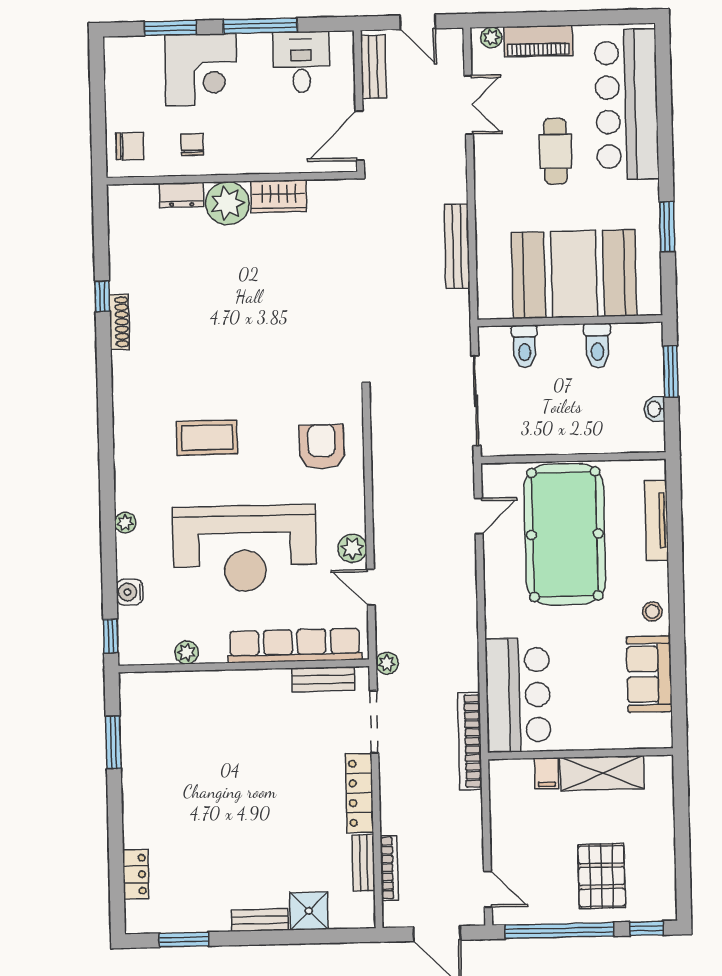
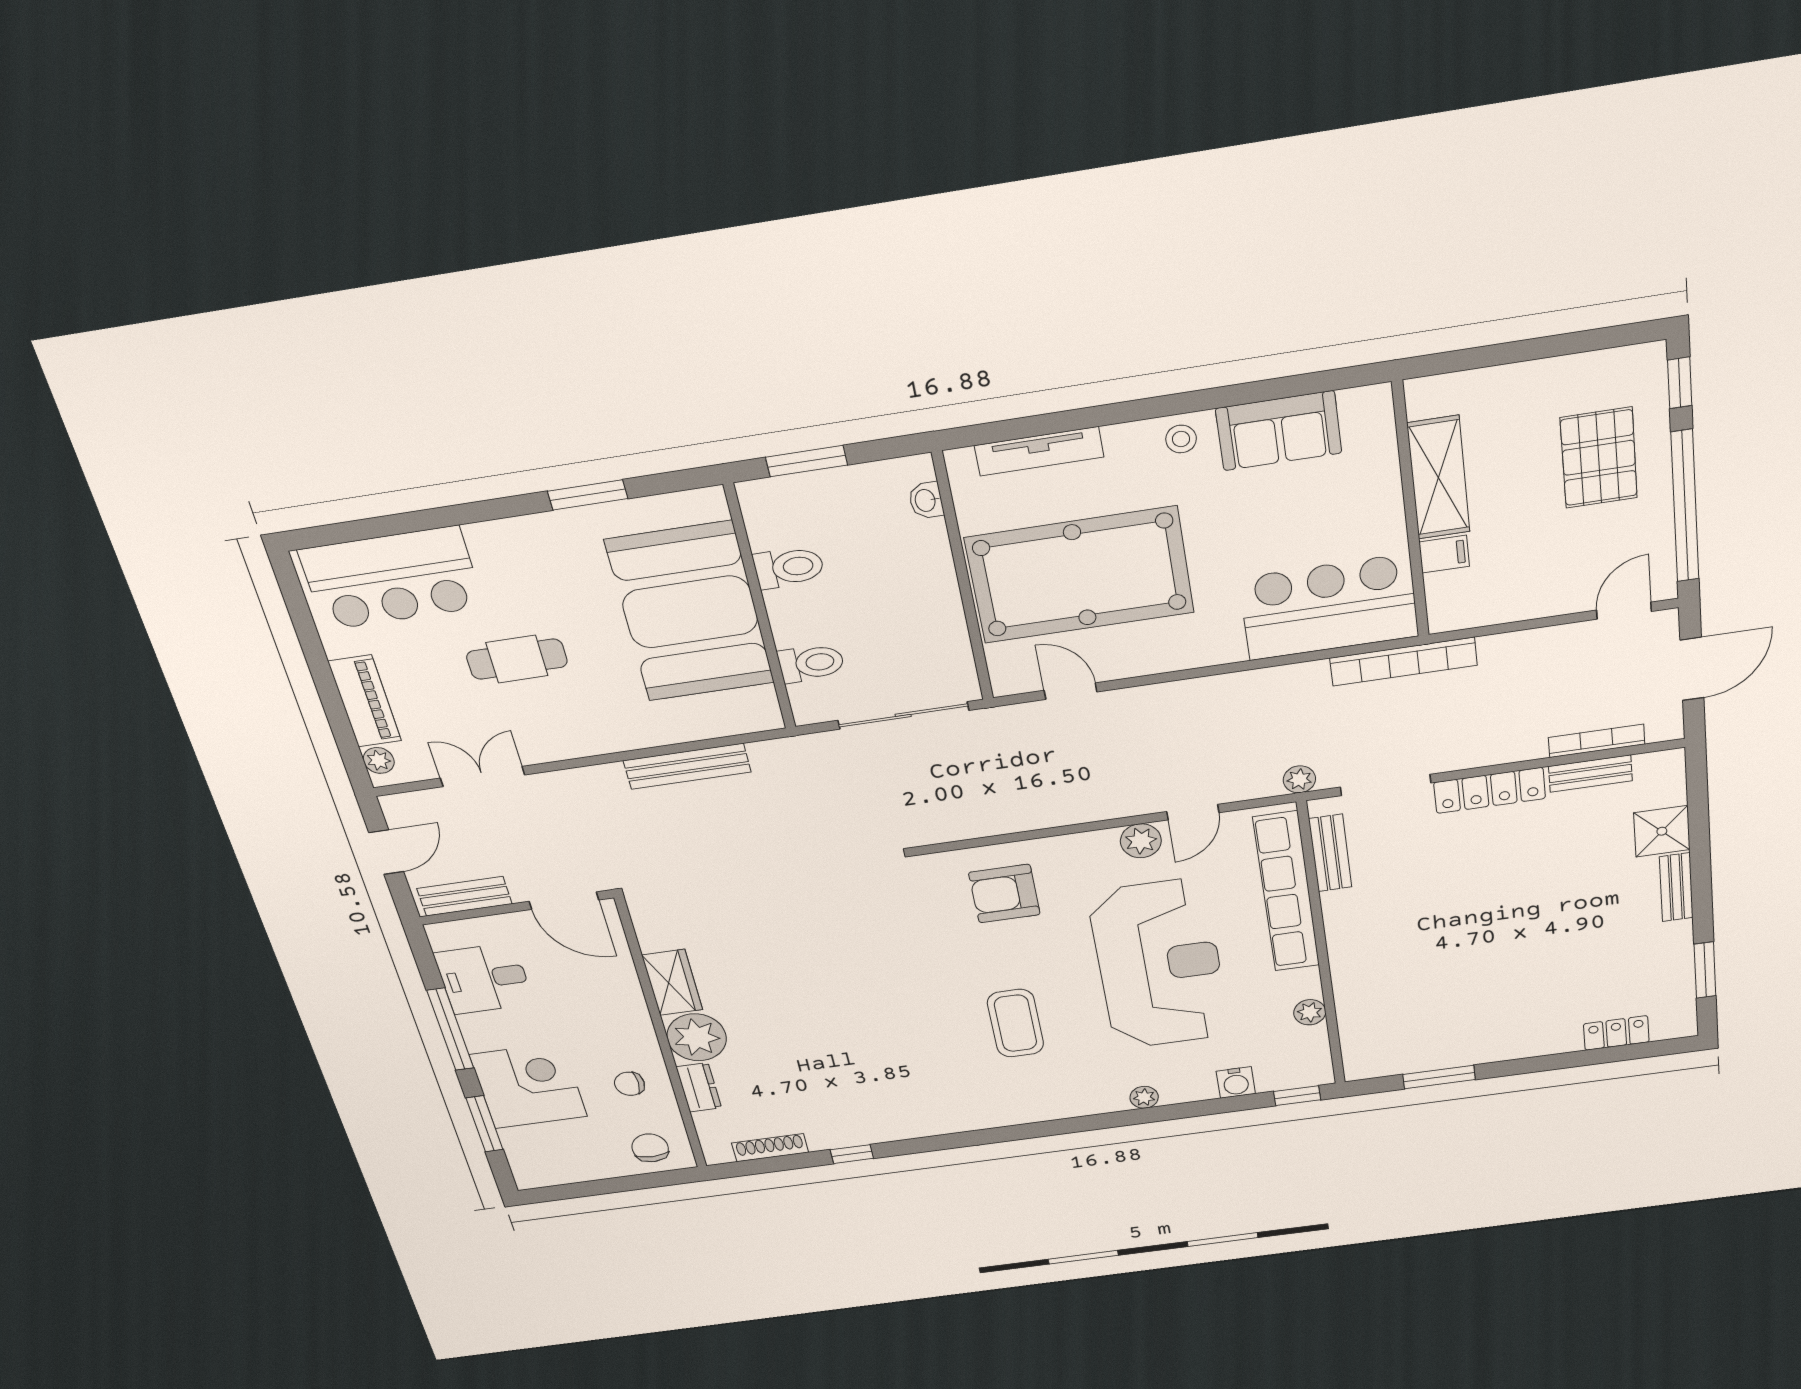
bar counter: (627, 104) -> (391, 578), width x0.73
shoe rack: (119, 322) -> (770, 1148), moved
washbasin: (655, 409) -> (926, 500), moved, turned 90
pallet: (602, 876) -> (1599, 458), turned 90

